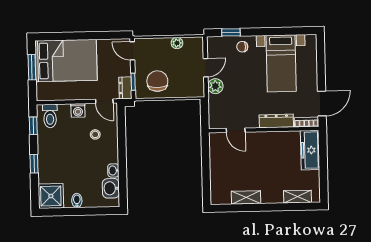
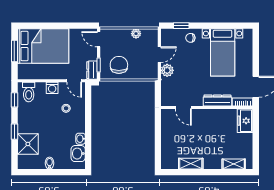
freezer: (310, 150) -> (245, 121), width x0.71
shower: (51, 196) -> (28, 144), moved

